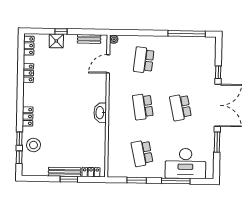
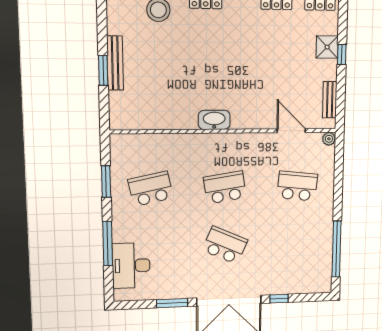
school desk: (180, 107) -> (225, 245), turned 36
desk: (185, 163) -> (131, 266), width x0.73, depth x0.77
locker: (91, 172) -> (116, 107), removed

